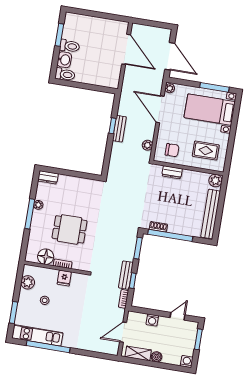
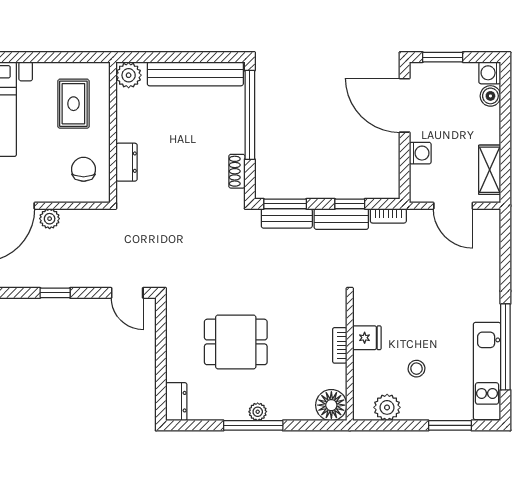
bench: (119, 129) -> (287, 218), moved
plant: (147, 145) -> (50, 219), moved
door: (107, 162) -> (127, 293), added
plant: (38, 205) -> (258, 412), moved
dining table: (70, 229) -> (236, 342), moved, turned 90
window: (170, 235) -> (250, 115), moved
floor lamp: (46, 257) -> (331, 405), moved
door: (177, 316) -> (405, 105), width x1.88
boiler: (157, 357) -> (490, 96), moved

